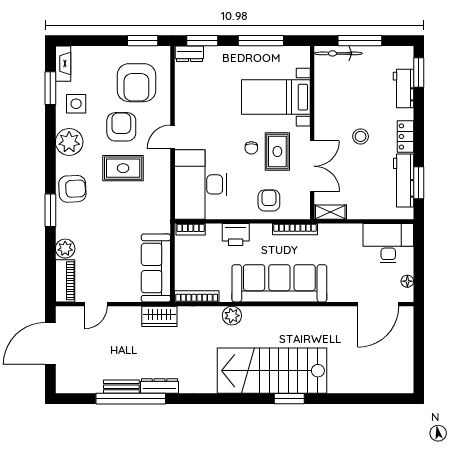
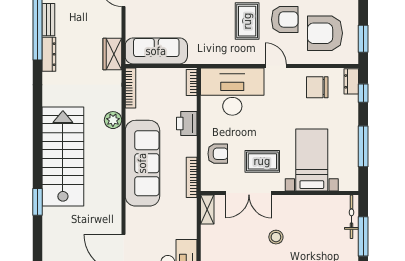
window: (202, 41) -> (363, 93), width x0.67
chair: (251, 148) -> (317, 87), moved, width x1.87, depth x1.87
window: (289, 399) -> (38, 202), moved

